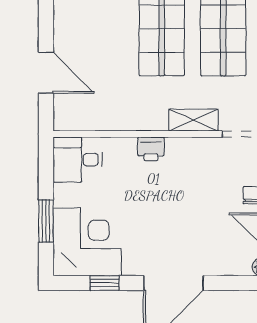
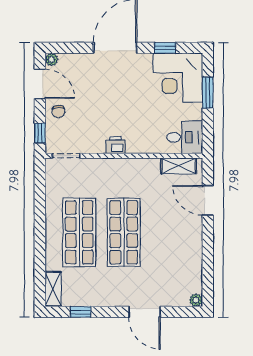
shelving: (193, 120) -> (179, 166), moved
printer: (151, 149) -> (115, 145), moved

